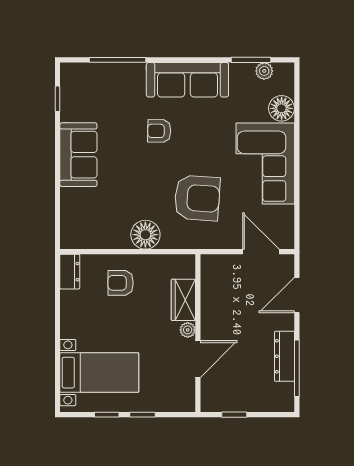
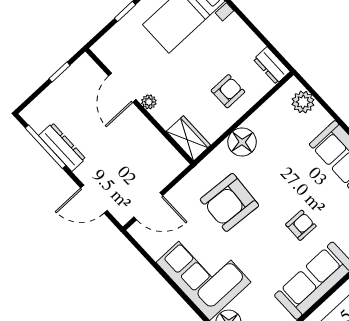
plant: (72, 222) -> (303, 102), added
door: (297, 295) -> (94, 199), swing flipped
wardrobe: (183, 300) -> (188, 138), moved

